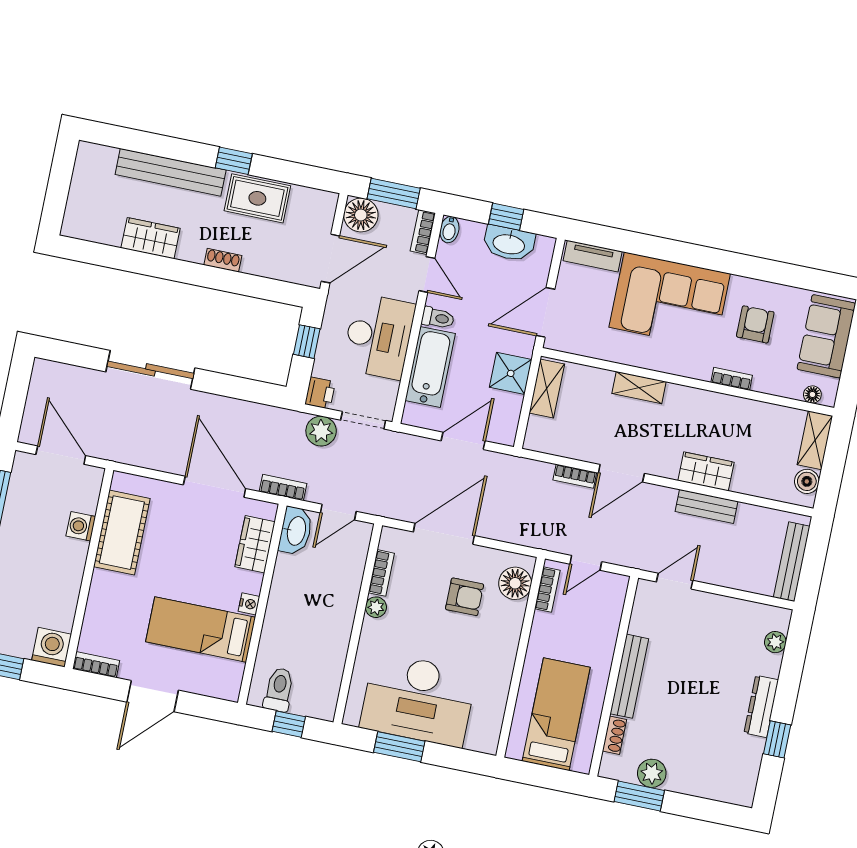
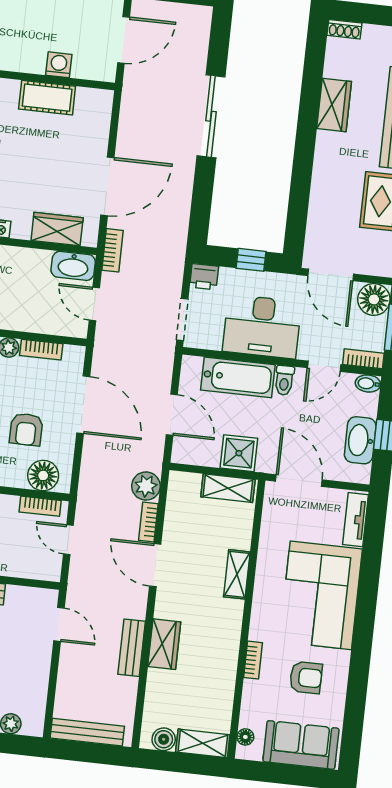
shoe rack: (223, 260) -> (344, 29), moved, turned 90
plant: (321, 431) -> (146, 486), moved
cot: (122, 533) -> (47, 98), width x0.73, depth x0.75

